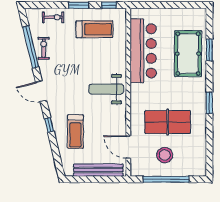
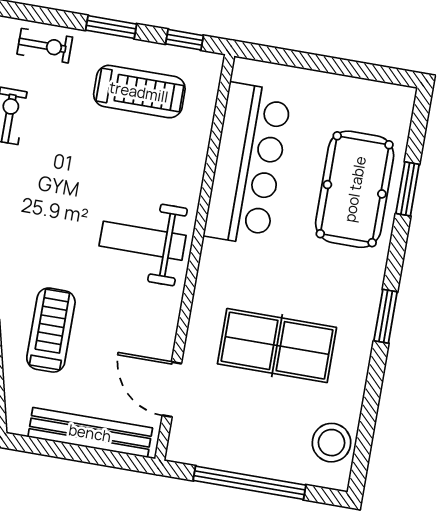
treadmill: (75, 132) -> (51, 330), turned 180
stool: (165, 155) -> (331, 443), moved

